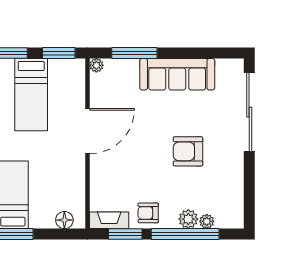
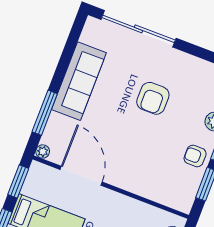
door: (87, 131) -> (81, 176), moved
armchair: (148, 213) -> (195, 156), turned 90
fireplace: (109, 220) -> (188, 194), removed

